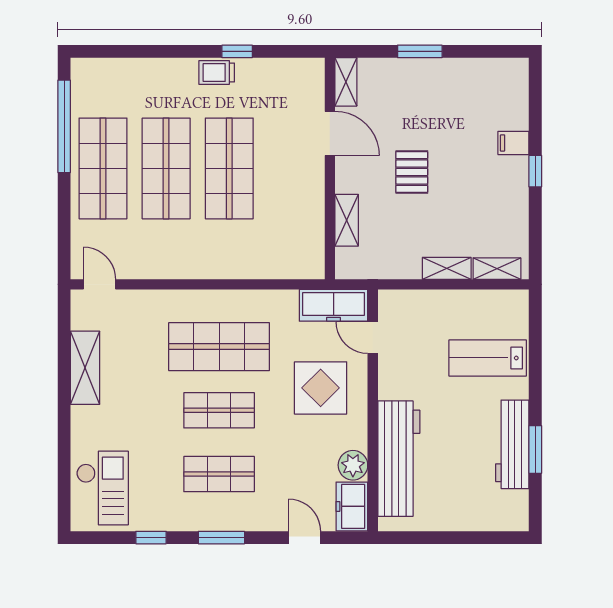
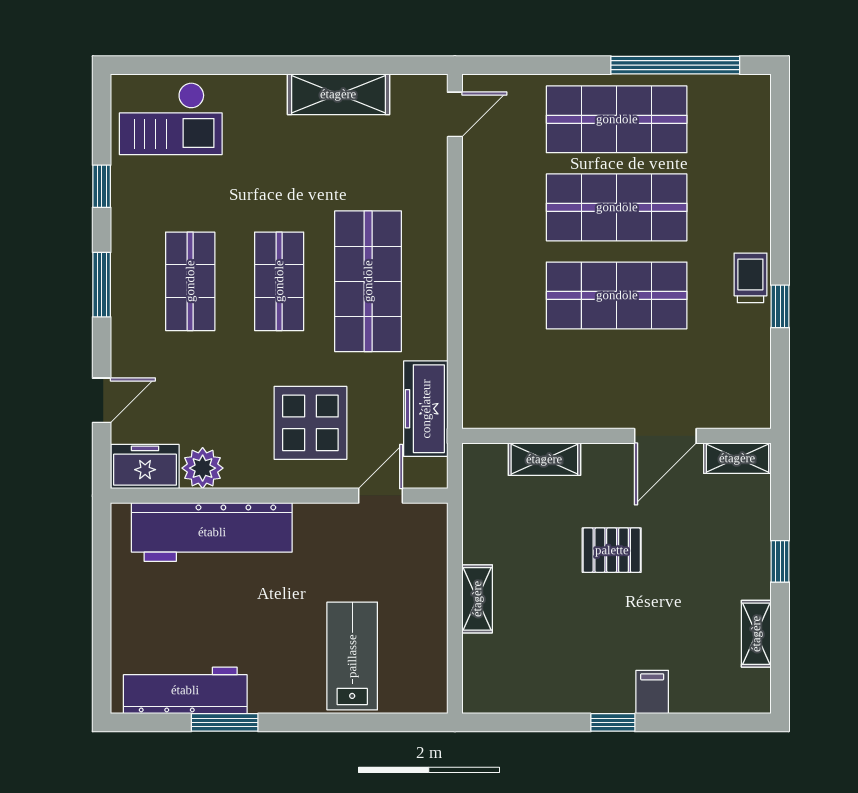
window: (420, 51) -> (780, 561), width x0.67
shelving: (497, 269) -> (756, 634), moved
freezer: (334, 305) -> (426, 409), moved
workbench: (512, 444) -> (185, 690), moved

